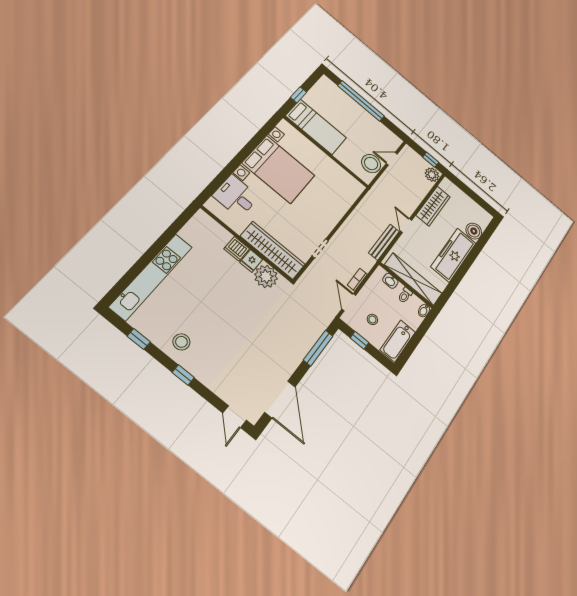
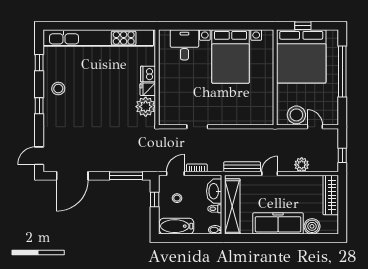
bed: (316, 127) -> (301, 56), width x2.04
plant: (432, 175) -> (302, 165), moved
wardrobe: (433, 206) -> (331, 195), moved, turned 90
wardrobe: (273, 250) -> (168, 97), removed
kitchen unit: (151, 277) -> (98, 38), width x1.36
washbasin: (390, 281) -> (214, 191), width x1.91, depth x1.45

